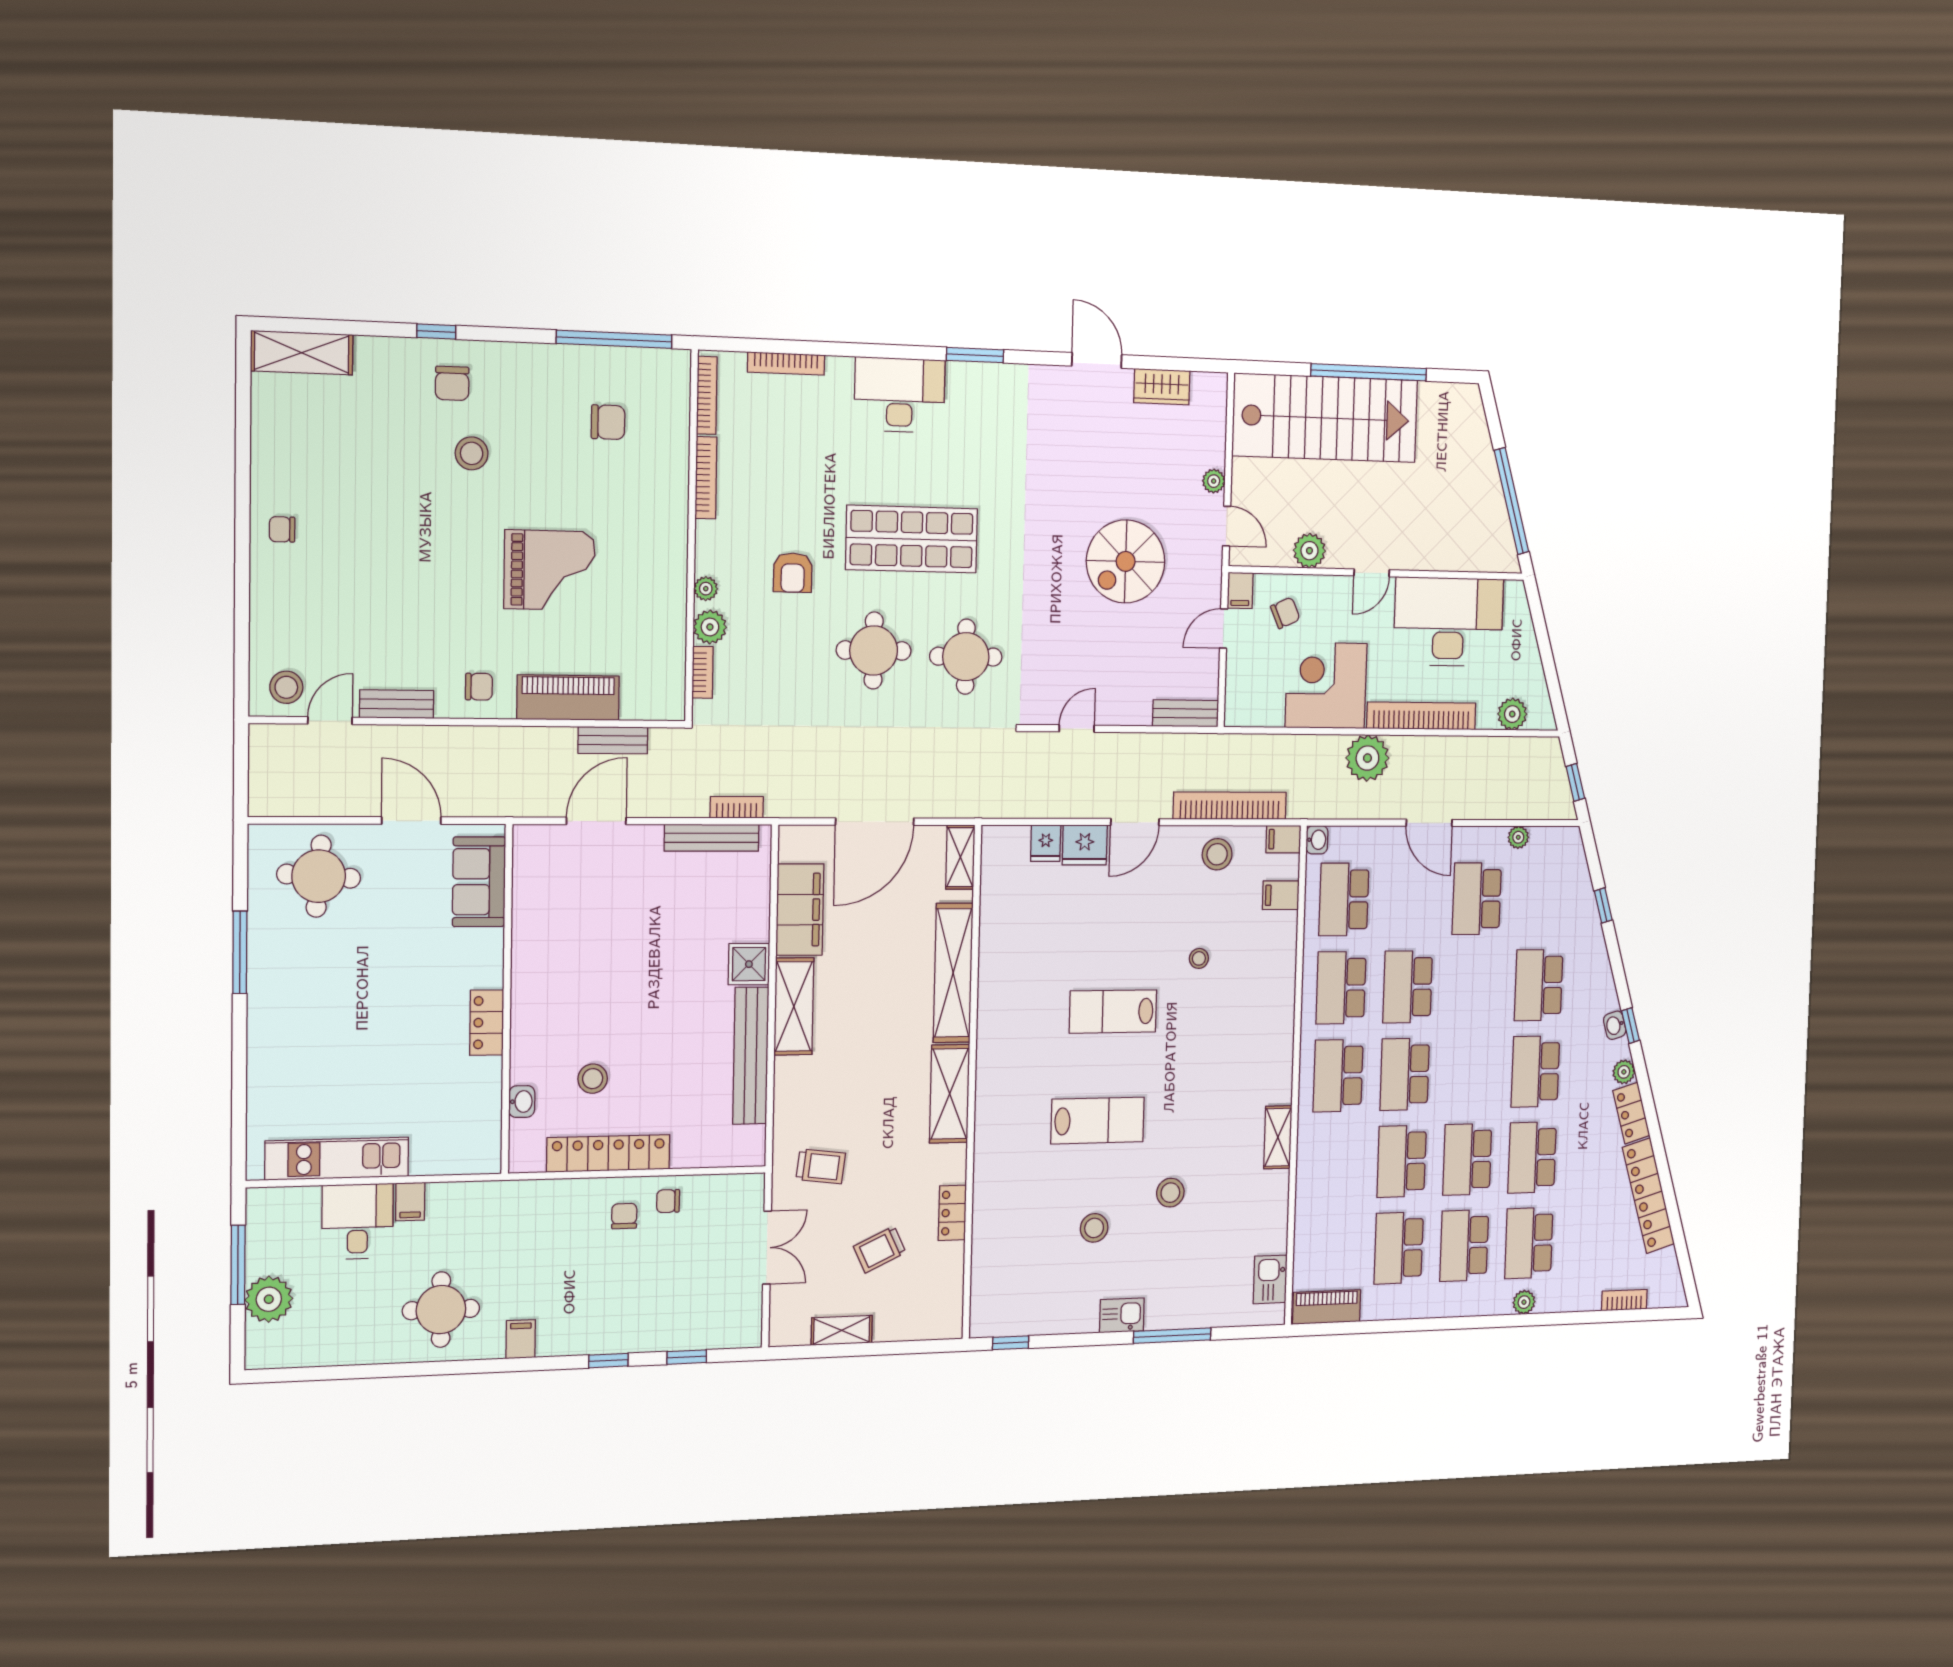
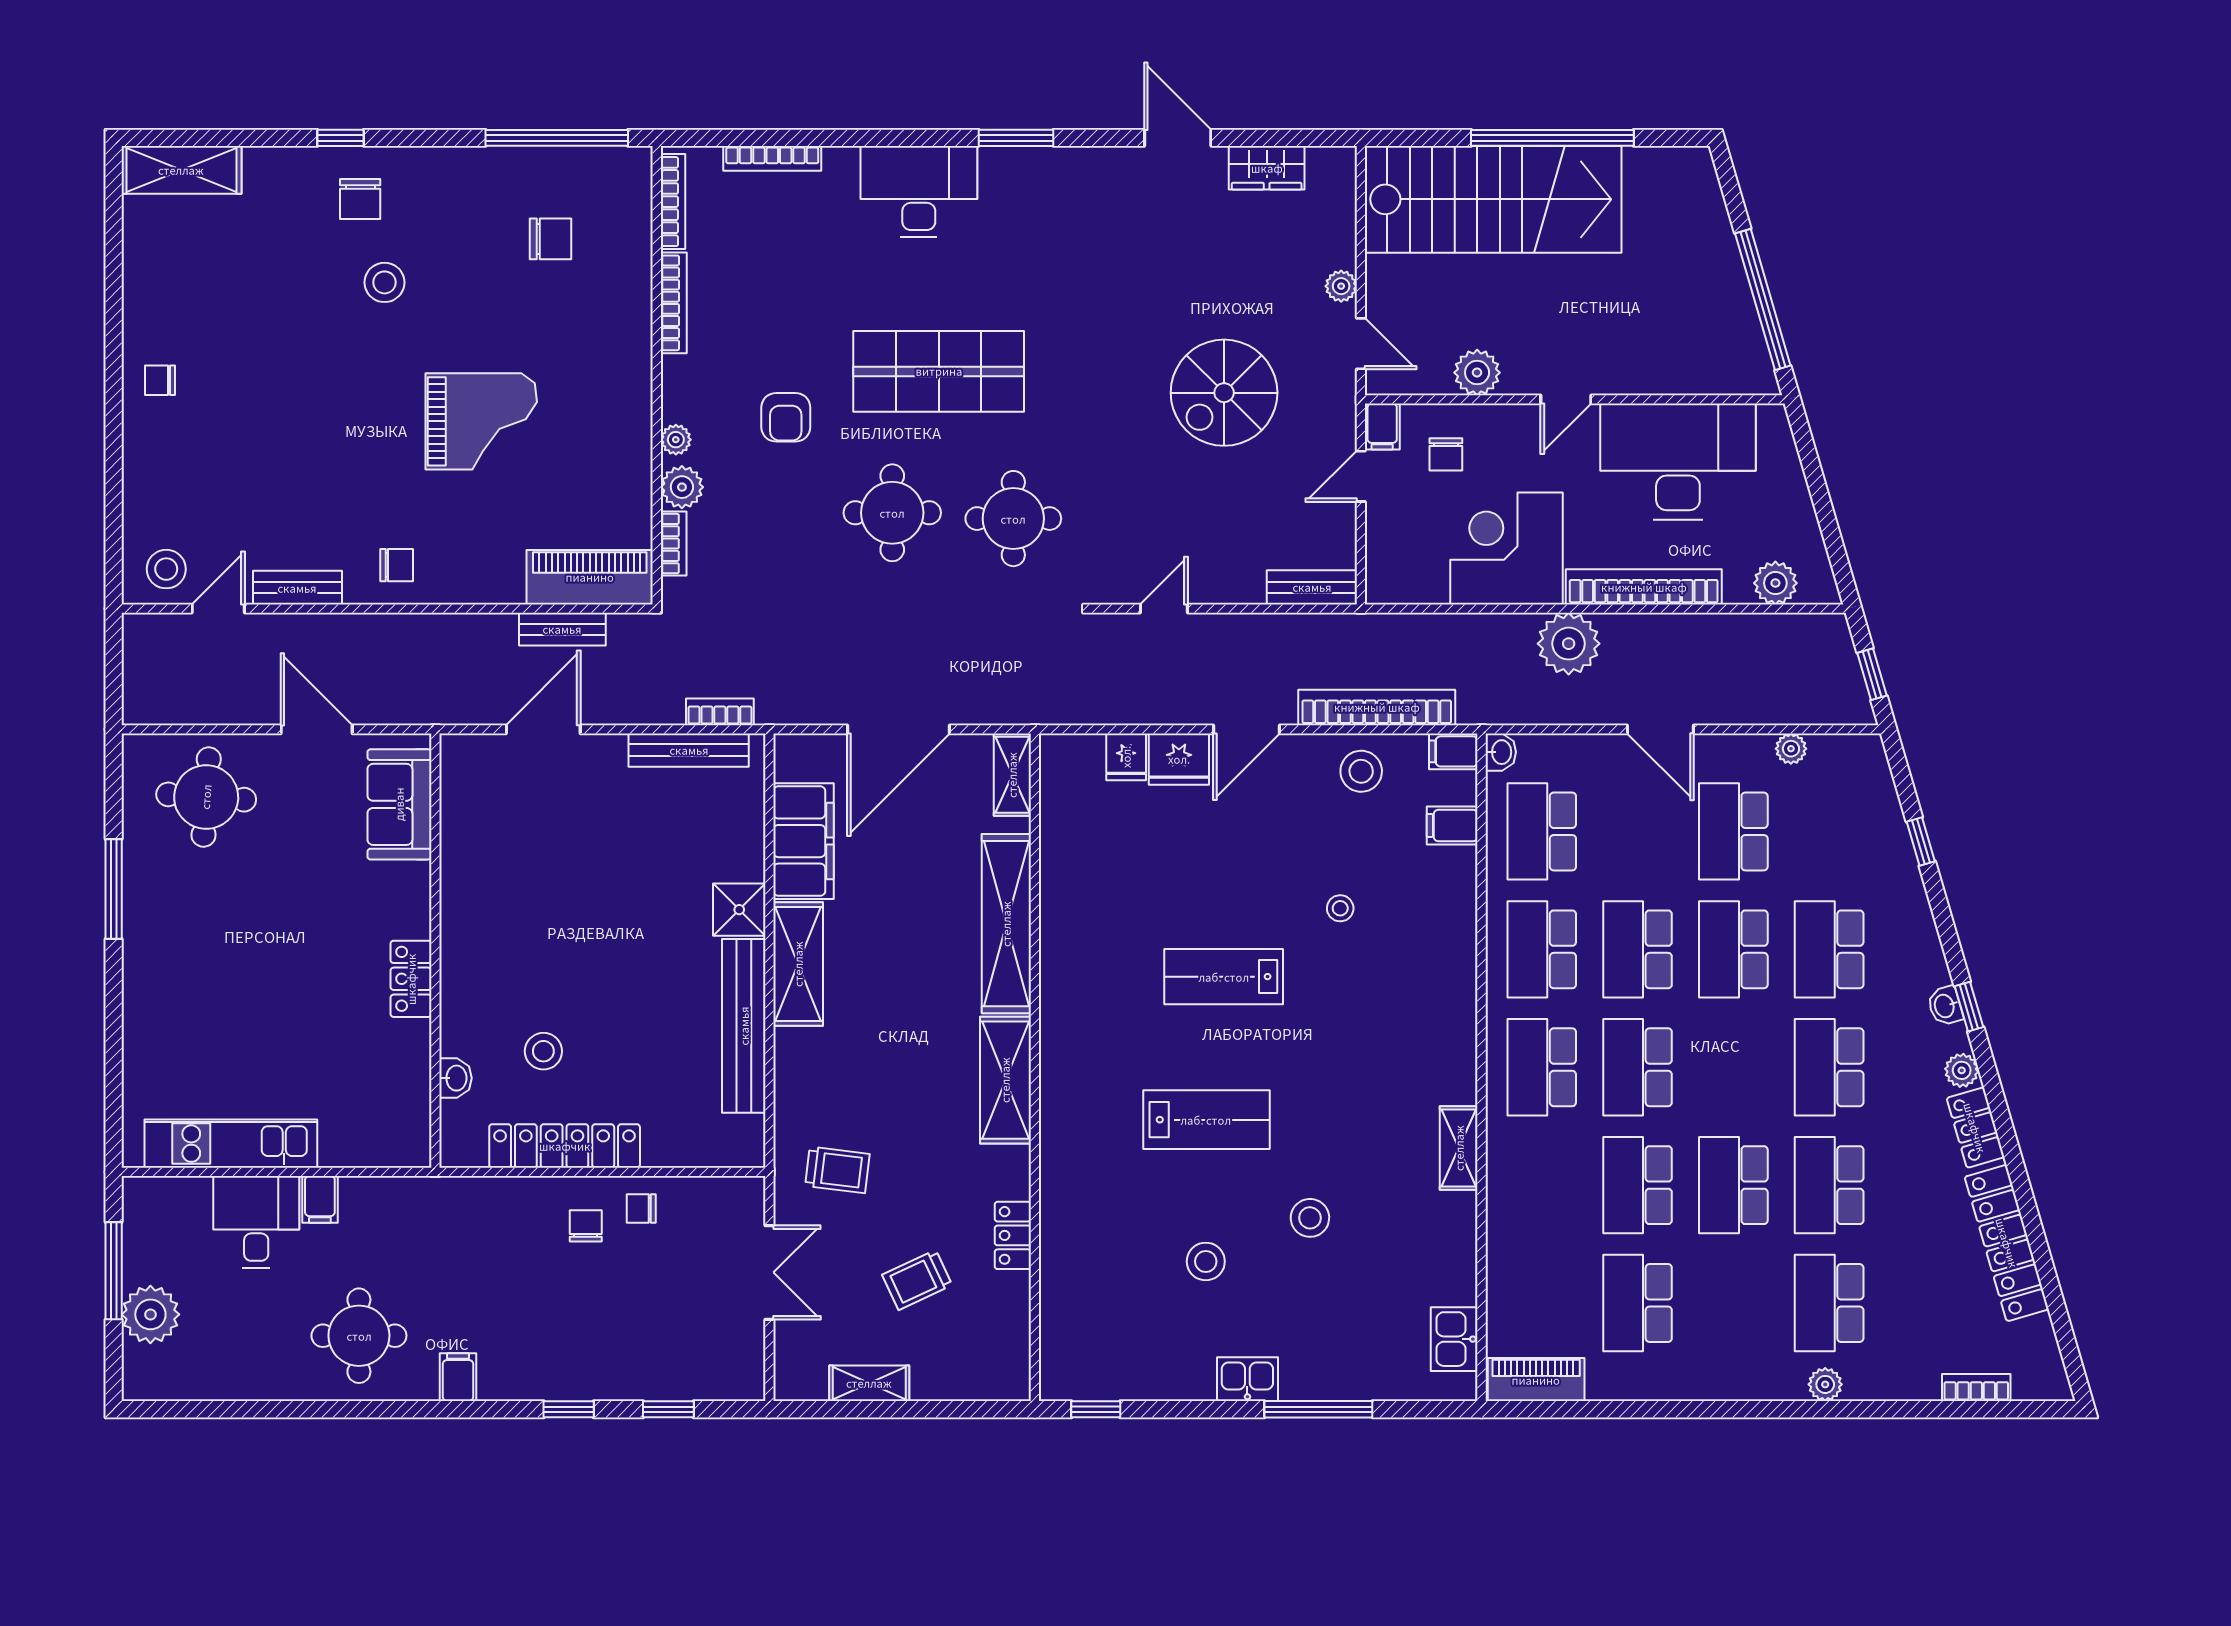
chair: (1285, 613) -> (1446, 454), turned 114
piano: (568, 698) -> (590, 577), moved
school desk: (1464, 1246) -> (1733, 949), moved

